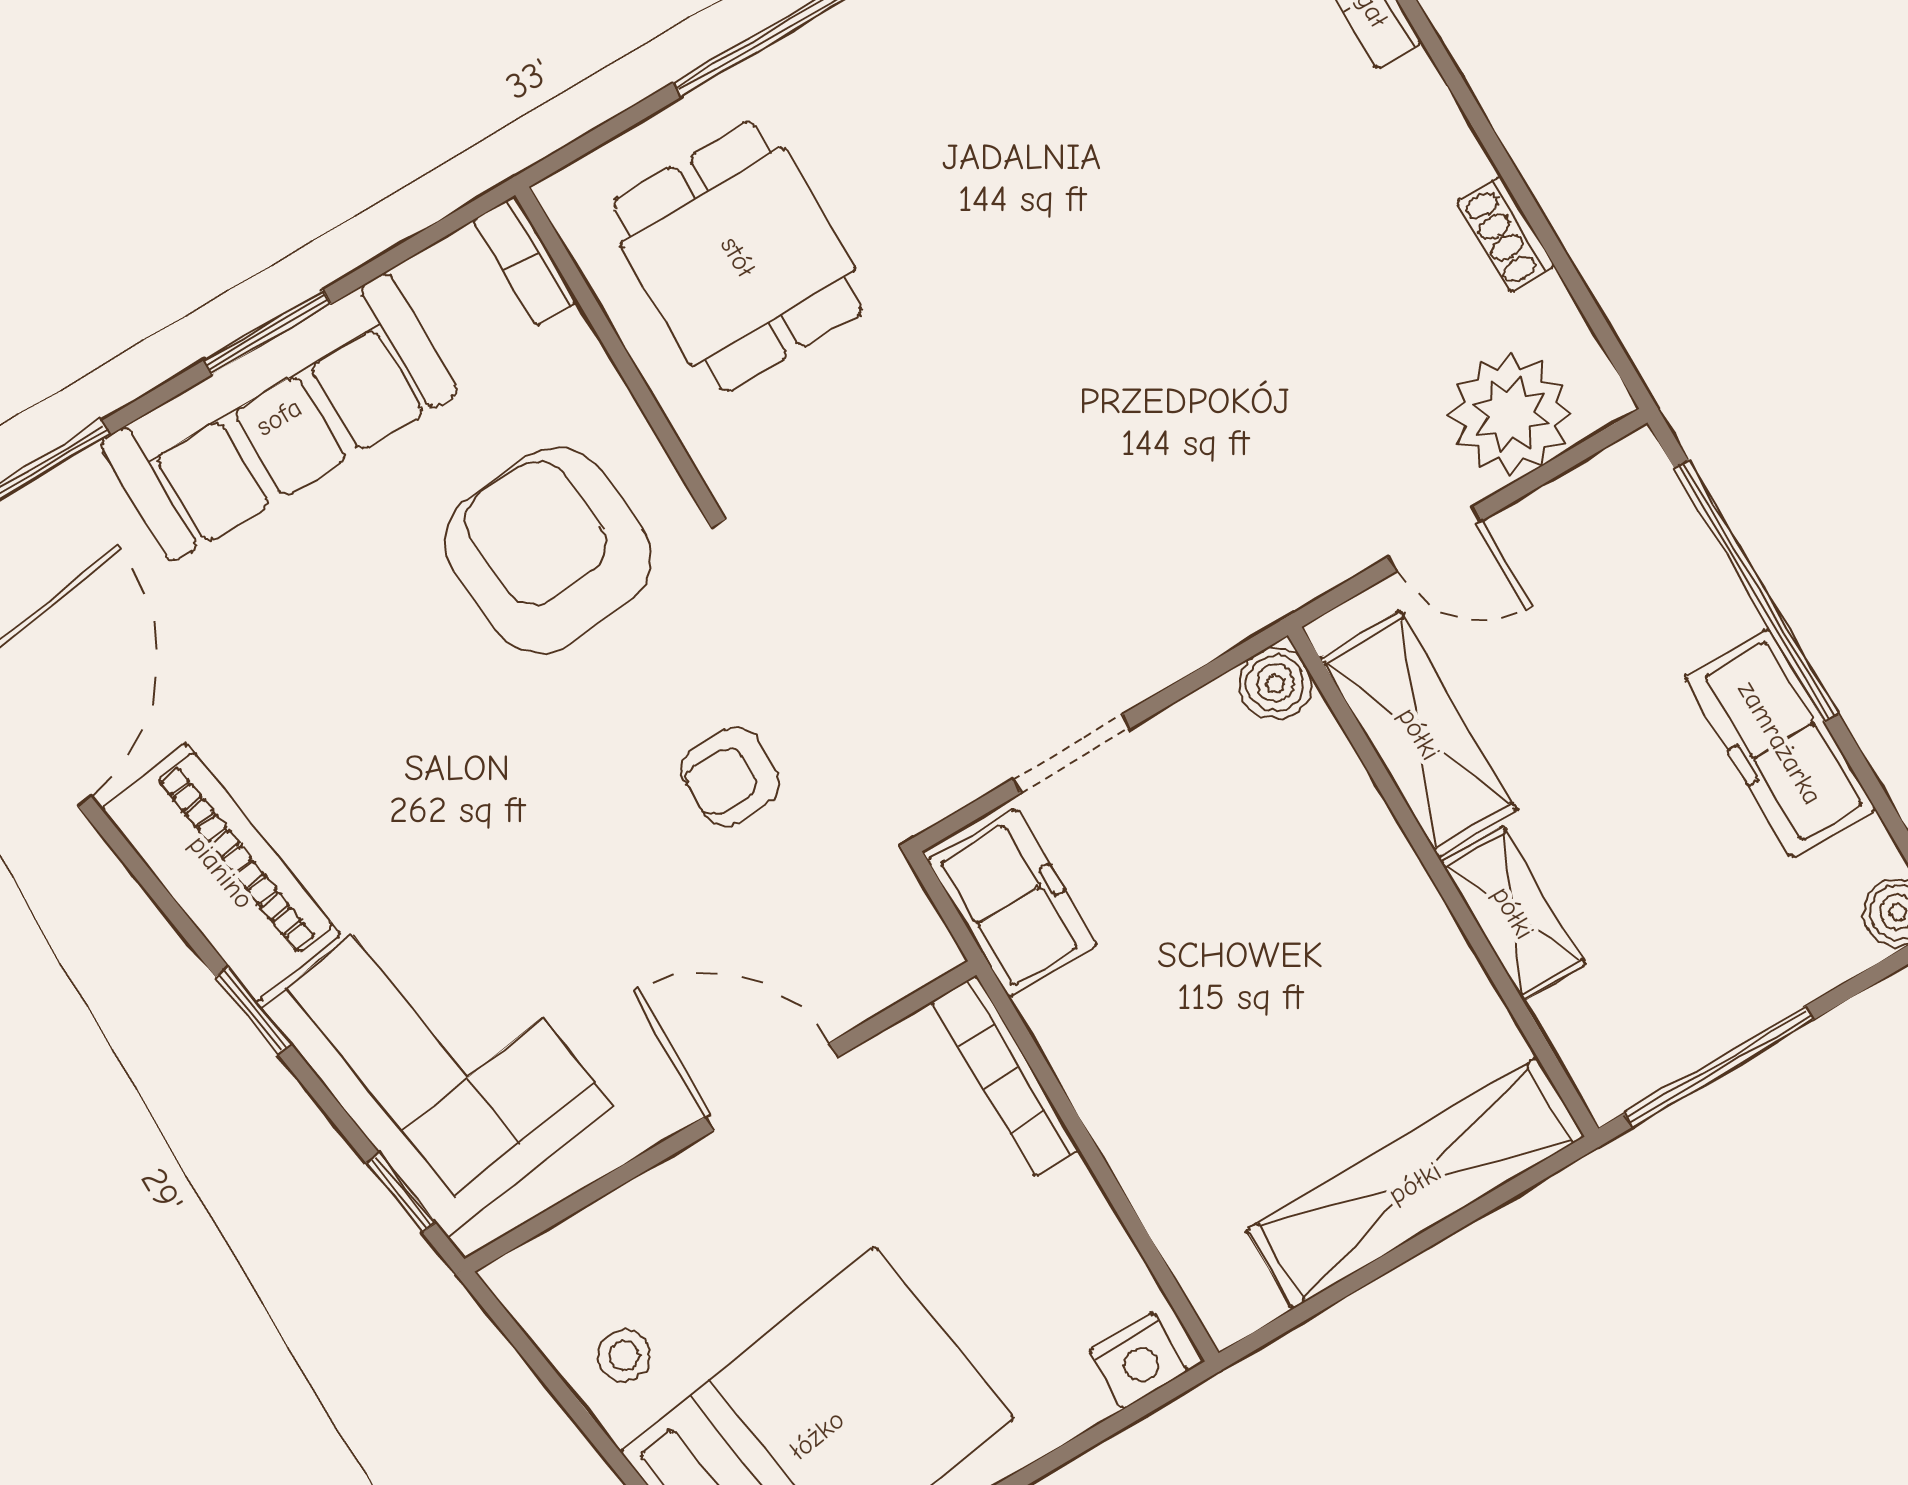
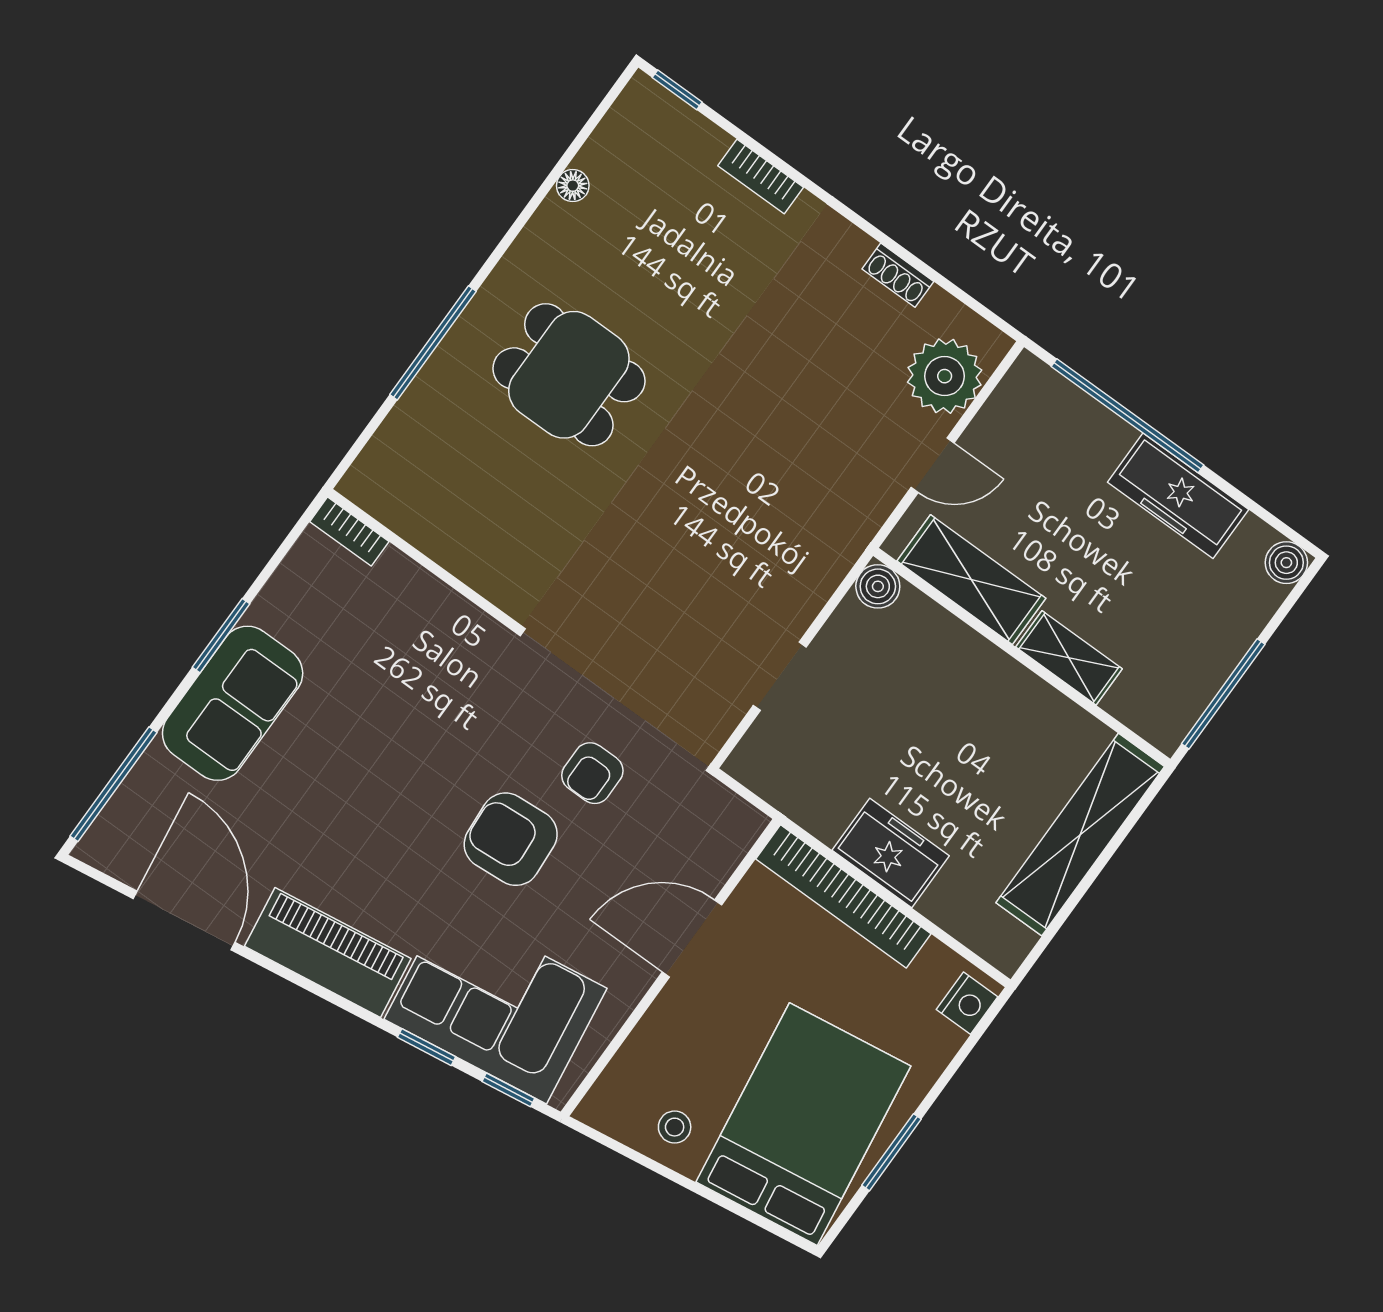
dining table: (738, 257) -> (569, 375), moved
sofa: (279, 417) -> (233, 703), width x0.73
armchair: (548, 550) -> (511, 839), moved, width x0.73, depth x0.73
freezer: (1012, 903) -> (891, 853), moved
window: (253, 1010) -> (426, 1047), moved
bookcase: (1006, 1076) -> (843, 896), width x1.48, depth x1.31

